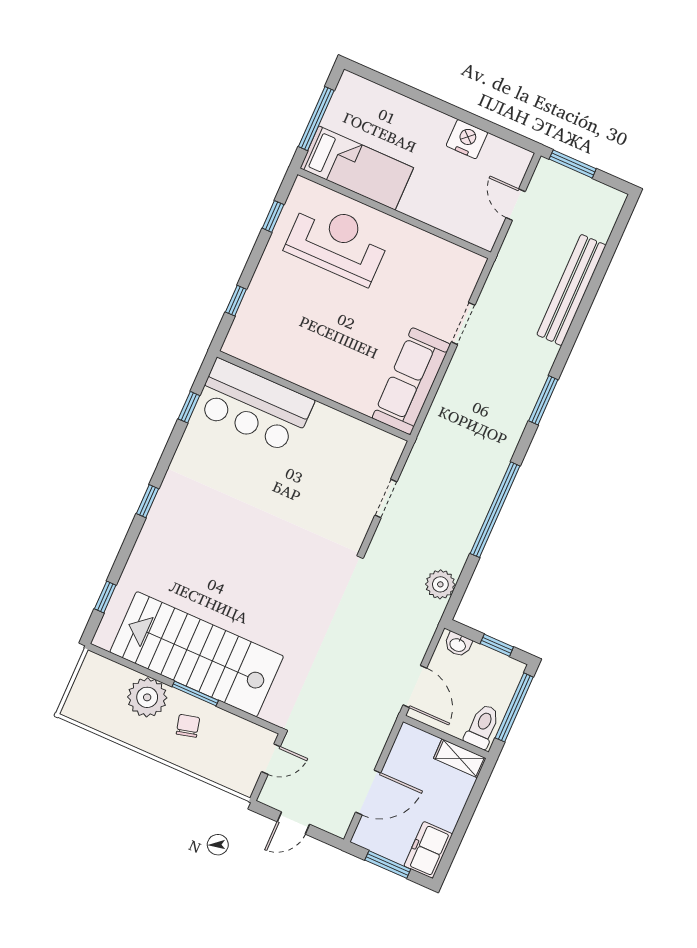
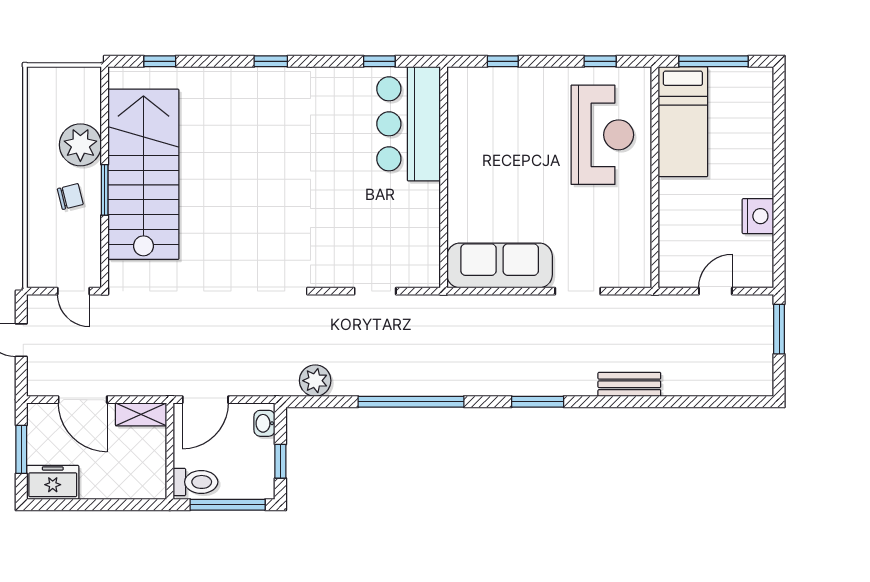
bench: (571, 290) -> (629, 384), width x0.54, depth x0.82
shelving: (460, 758) -> (141, 414), moved, turned 90

